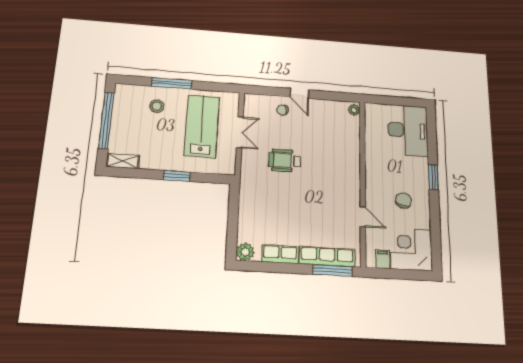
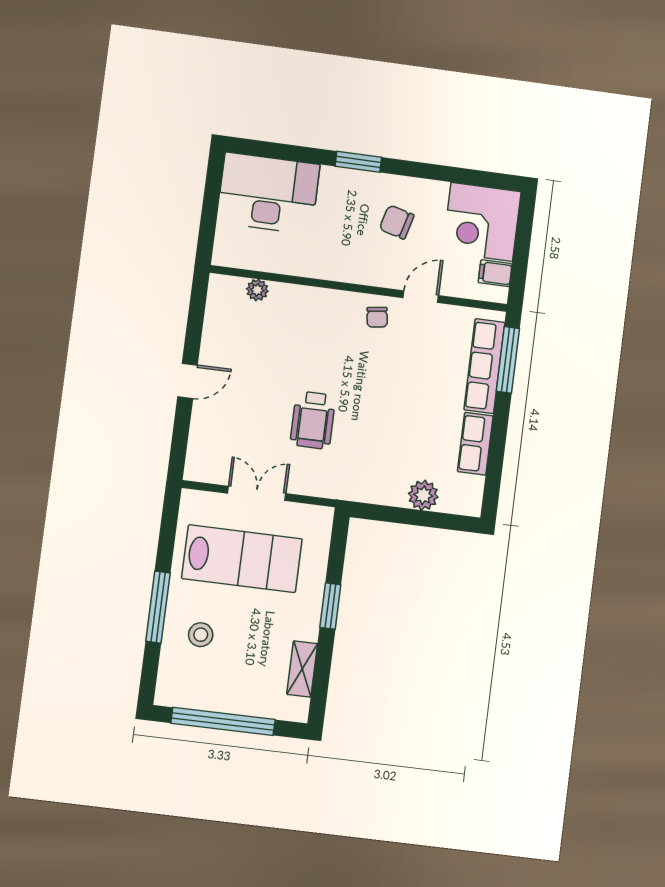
chair: (283, 110) -> (377, 317), moved
plant: (354, 110) -> (257, 290), moved
lab bench: (202, 126) -> (242, 559), turned 180
shelving: (123, 161) -> (302, 669), moved
plant: (245, 252) -> (423, 495), moved

